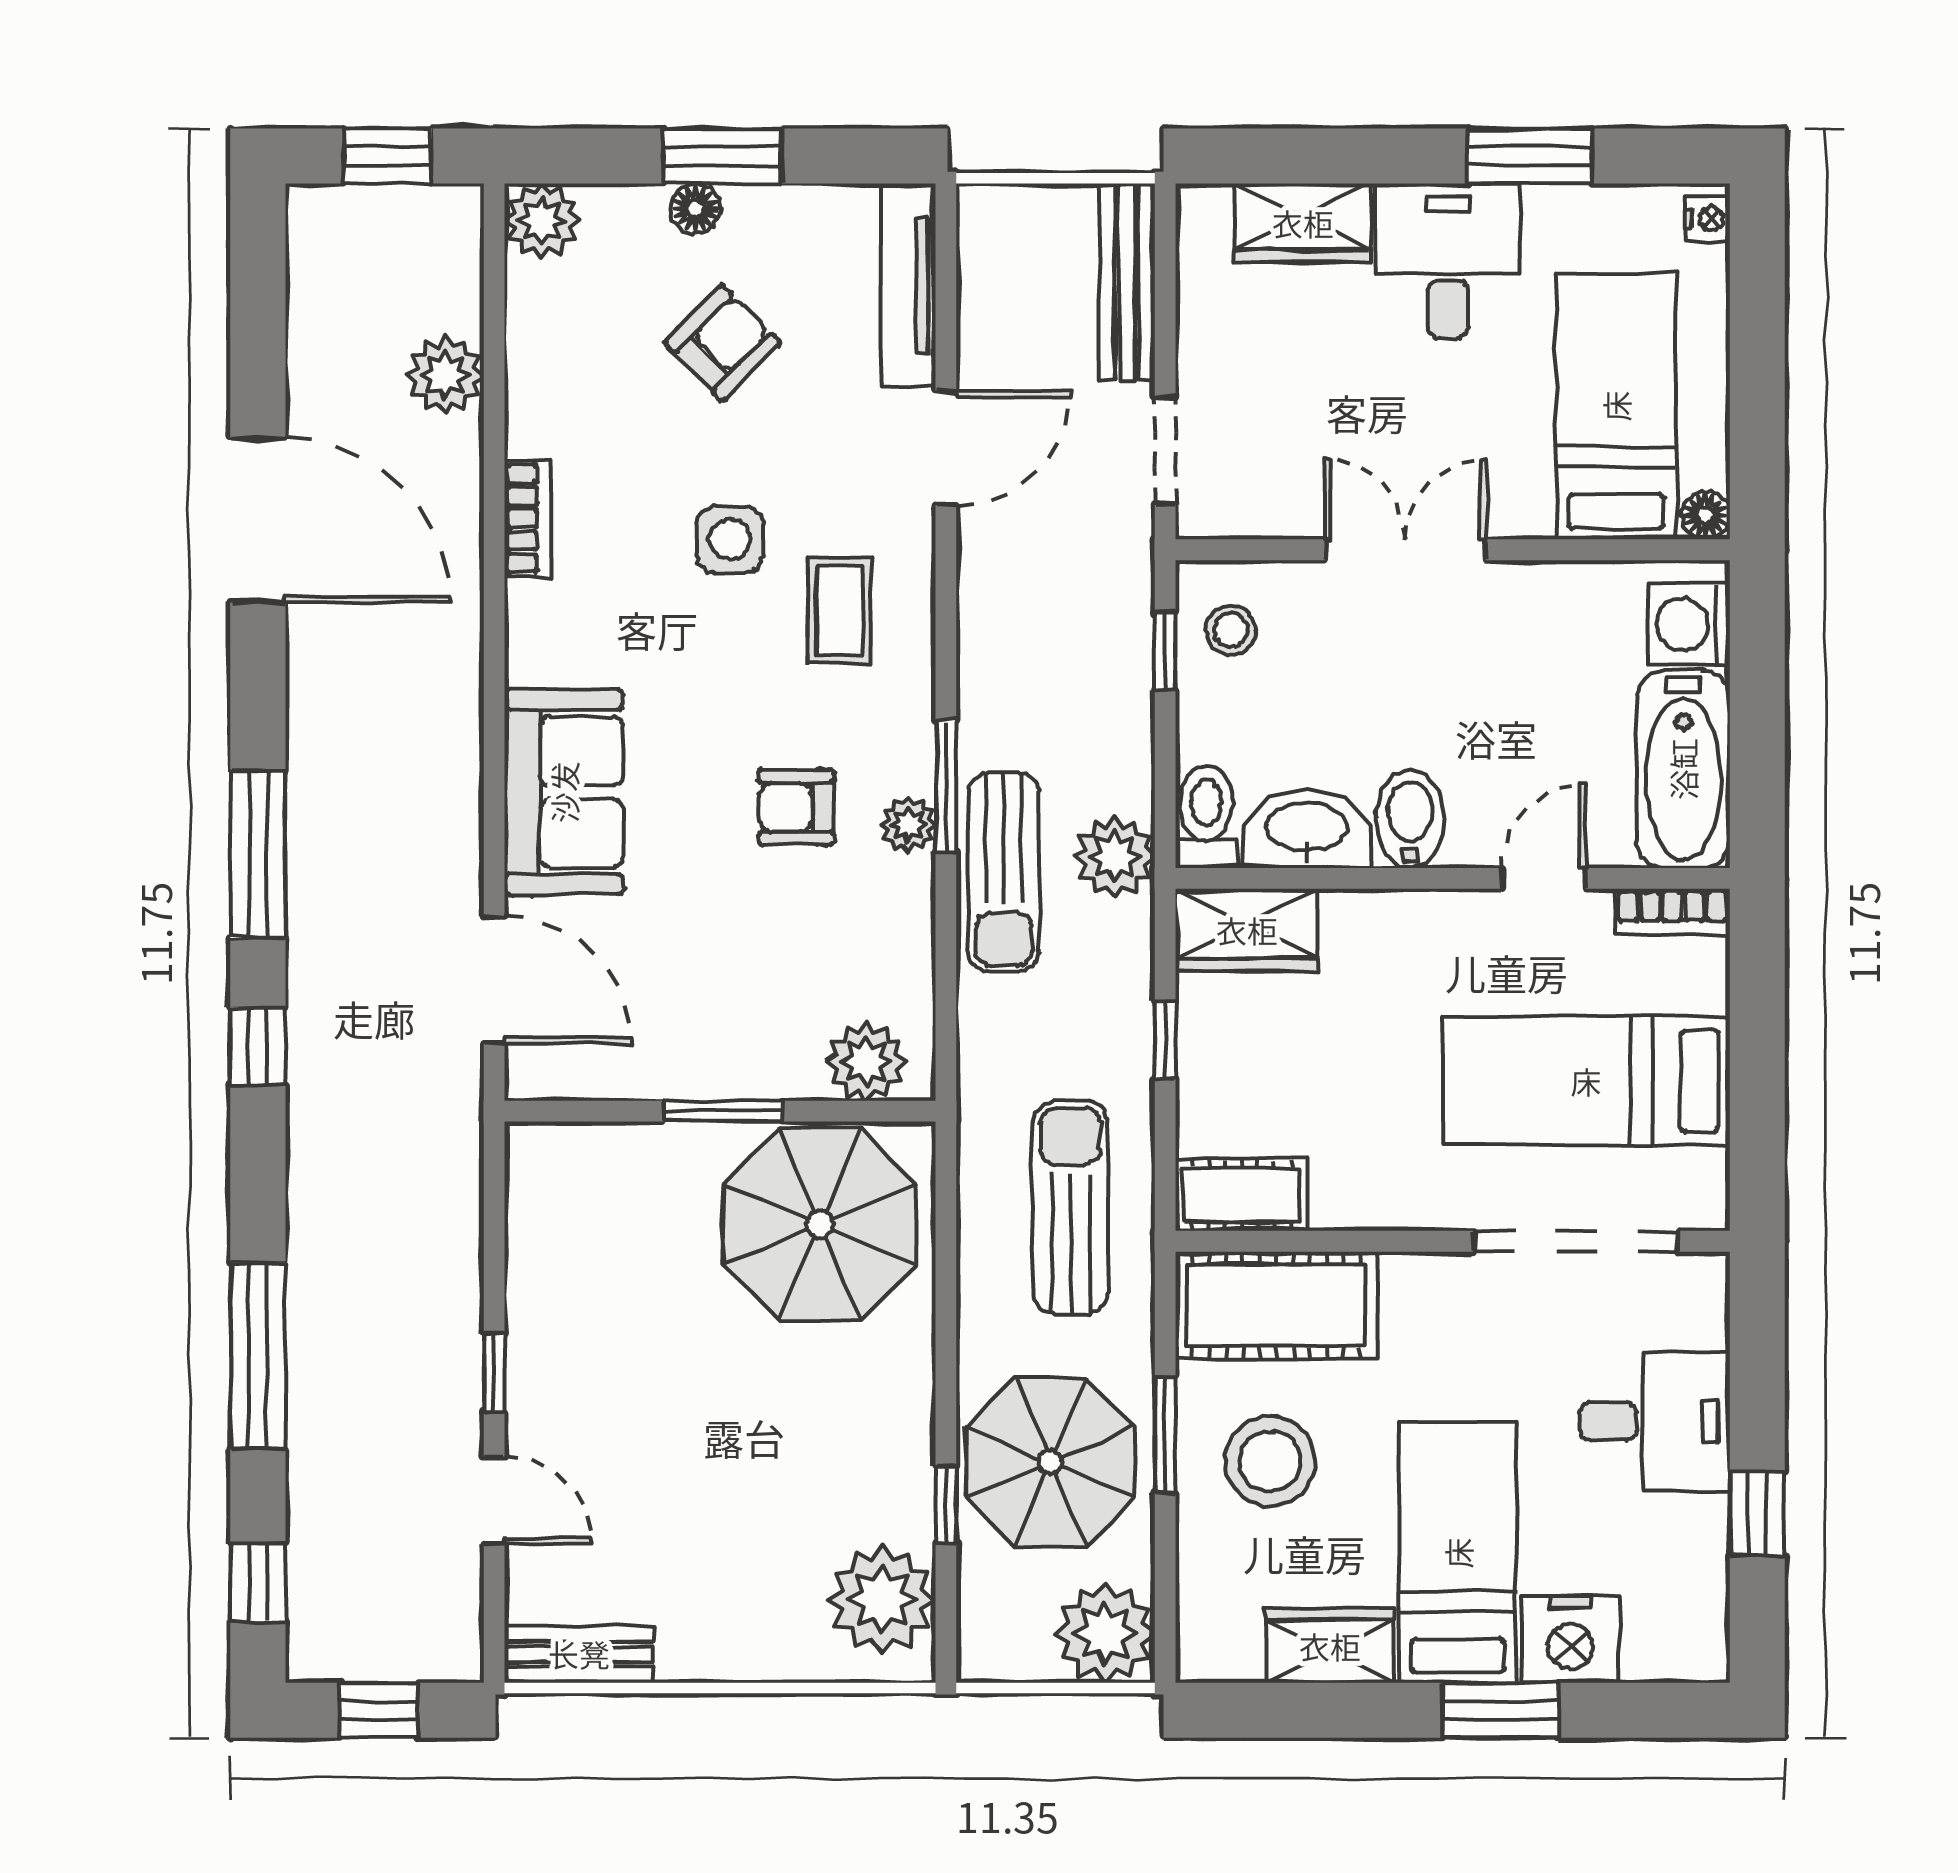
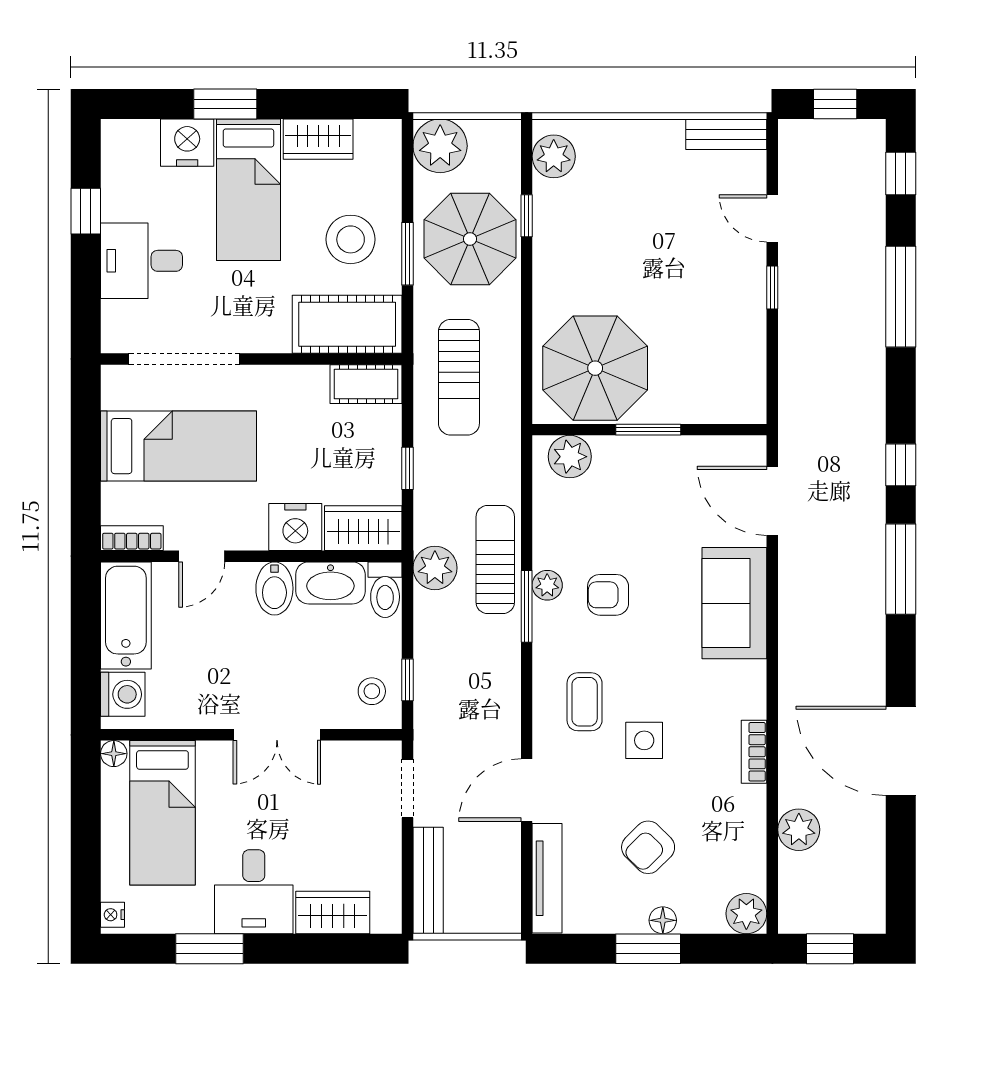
armchair: (796, 807) -> (608, 595), turned 180
nightstand: (1372, 932) -> (295, 527), added
plant: (882, 1600) -> (554, 156), width x0.73, depth x0.73

